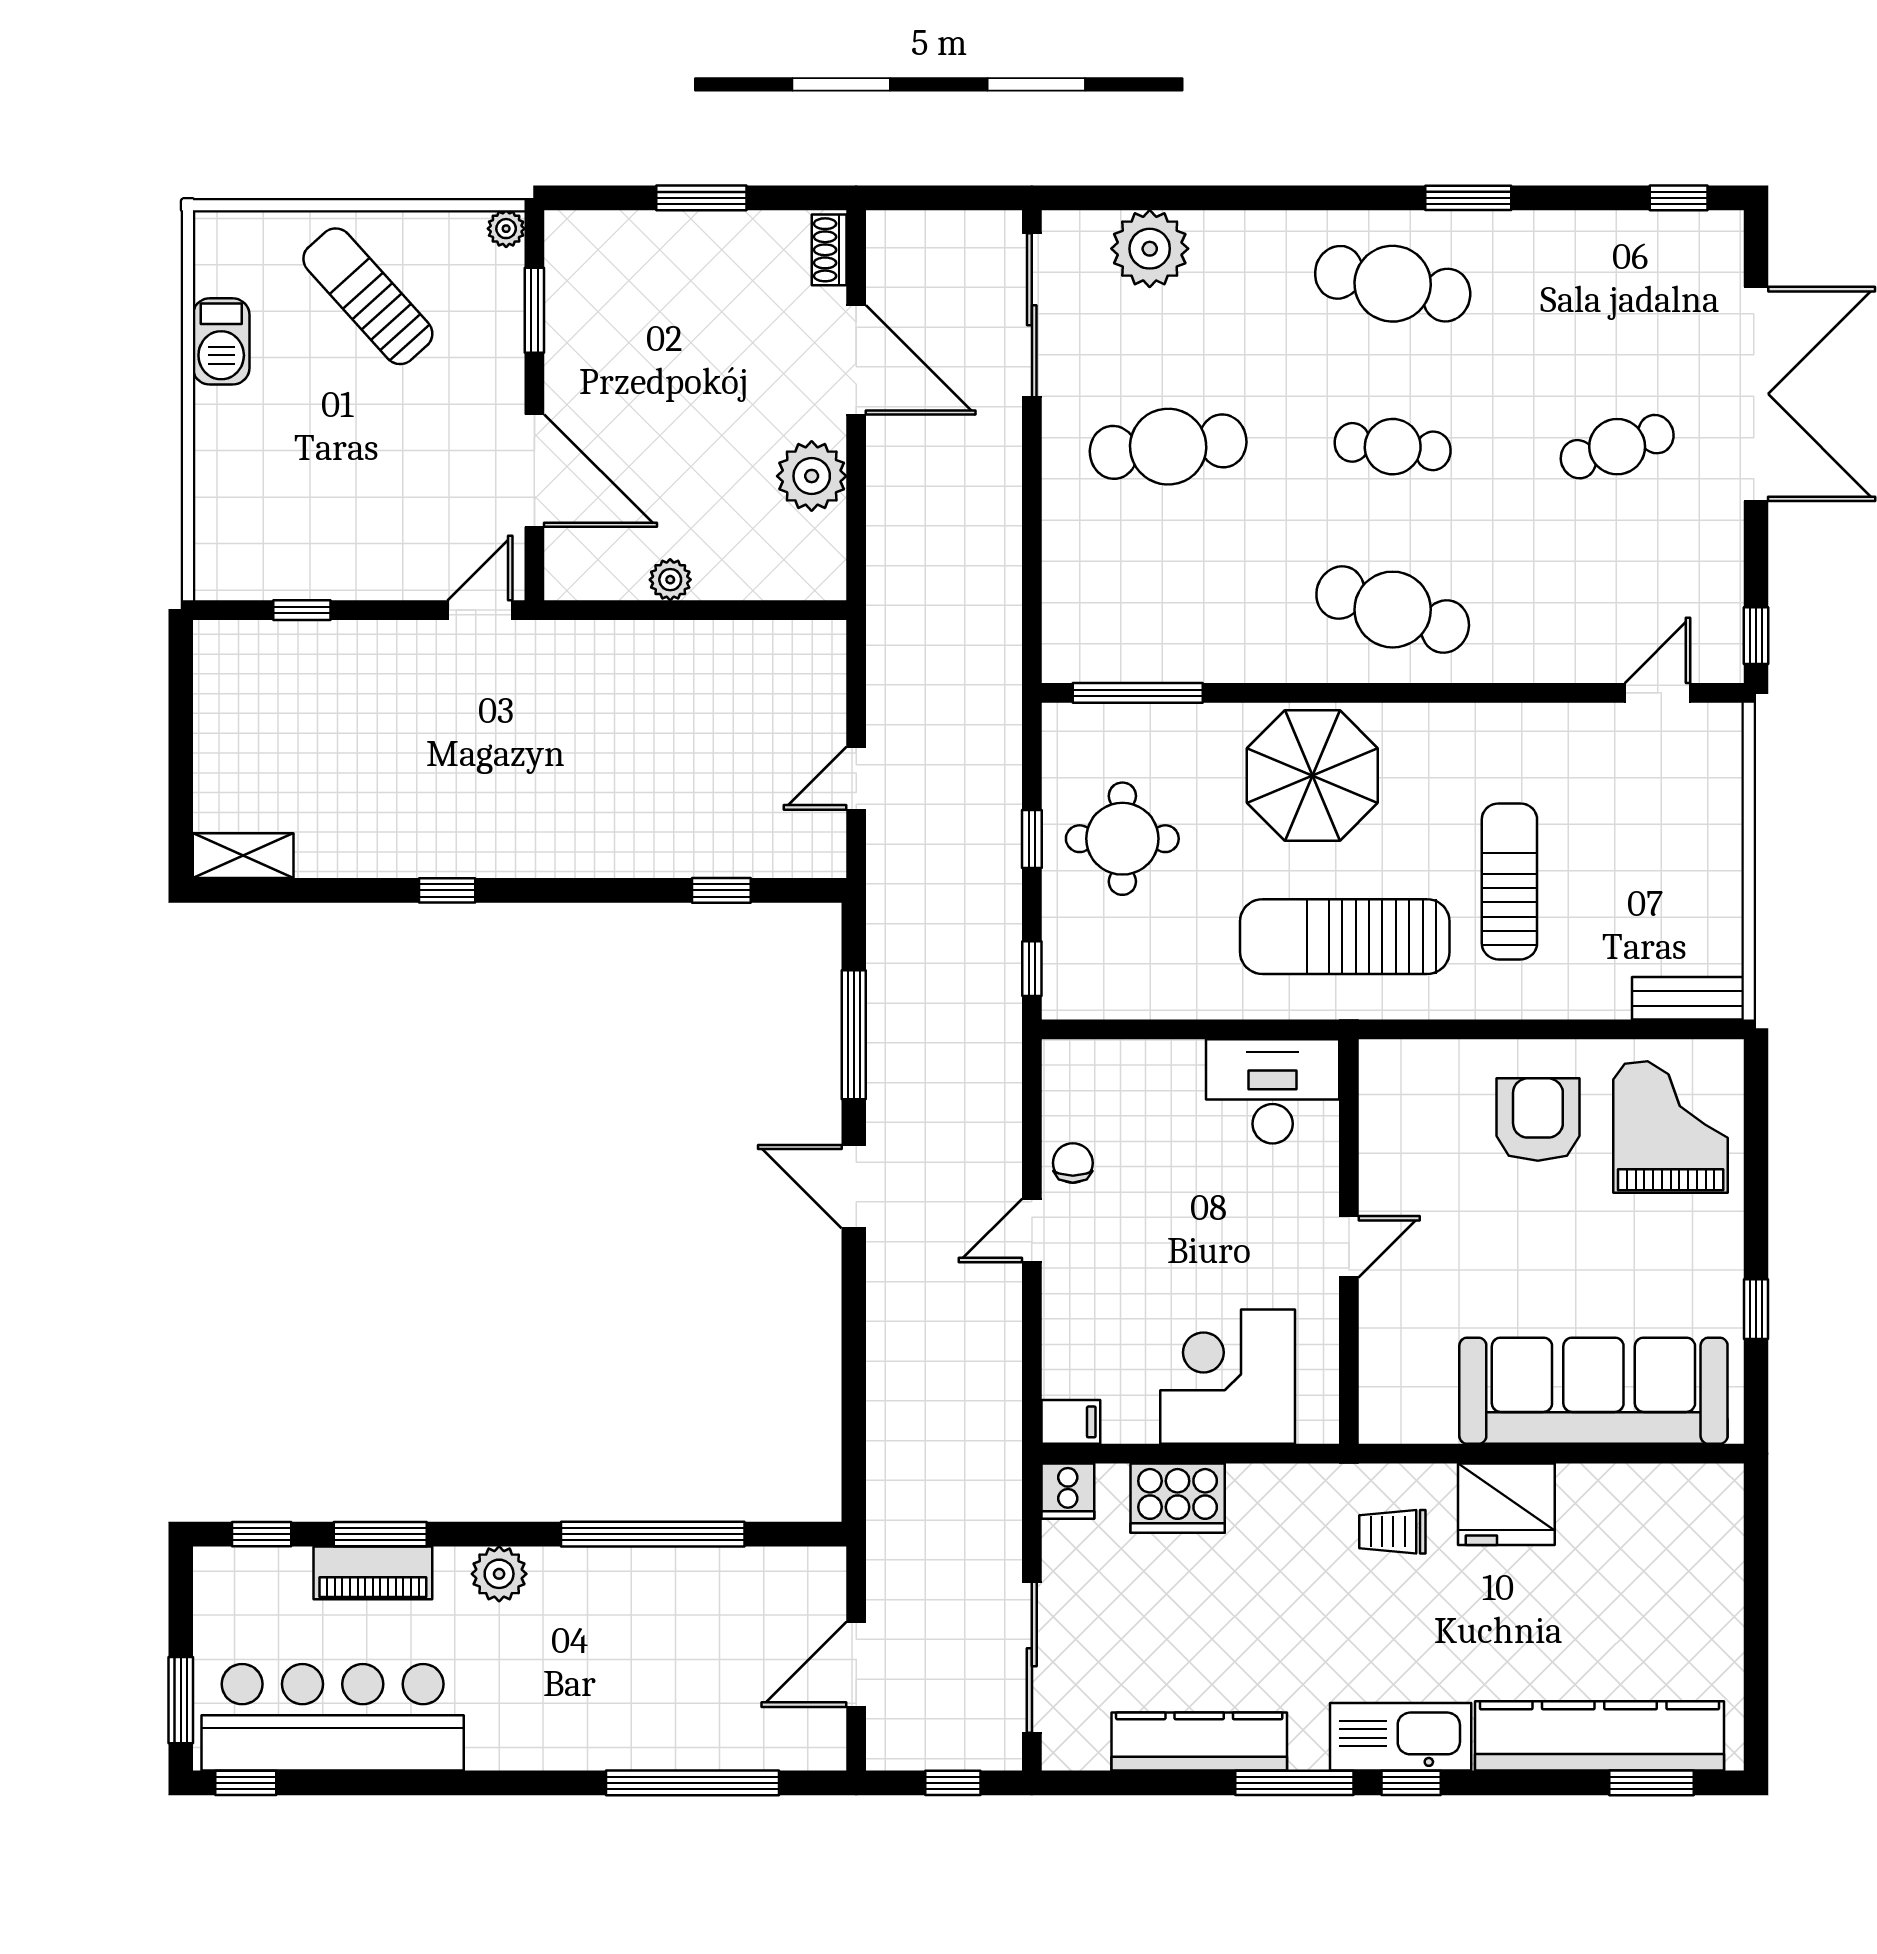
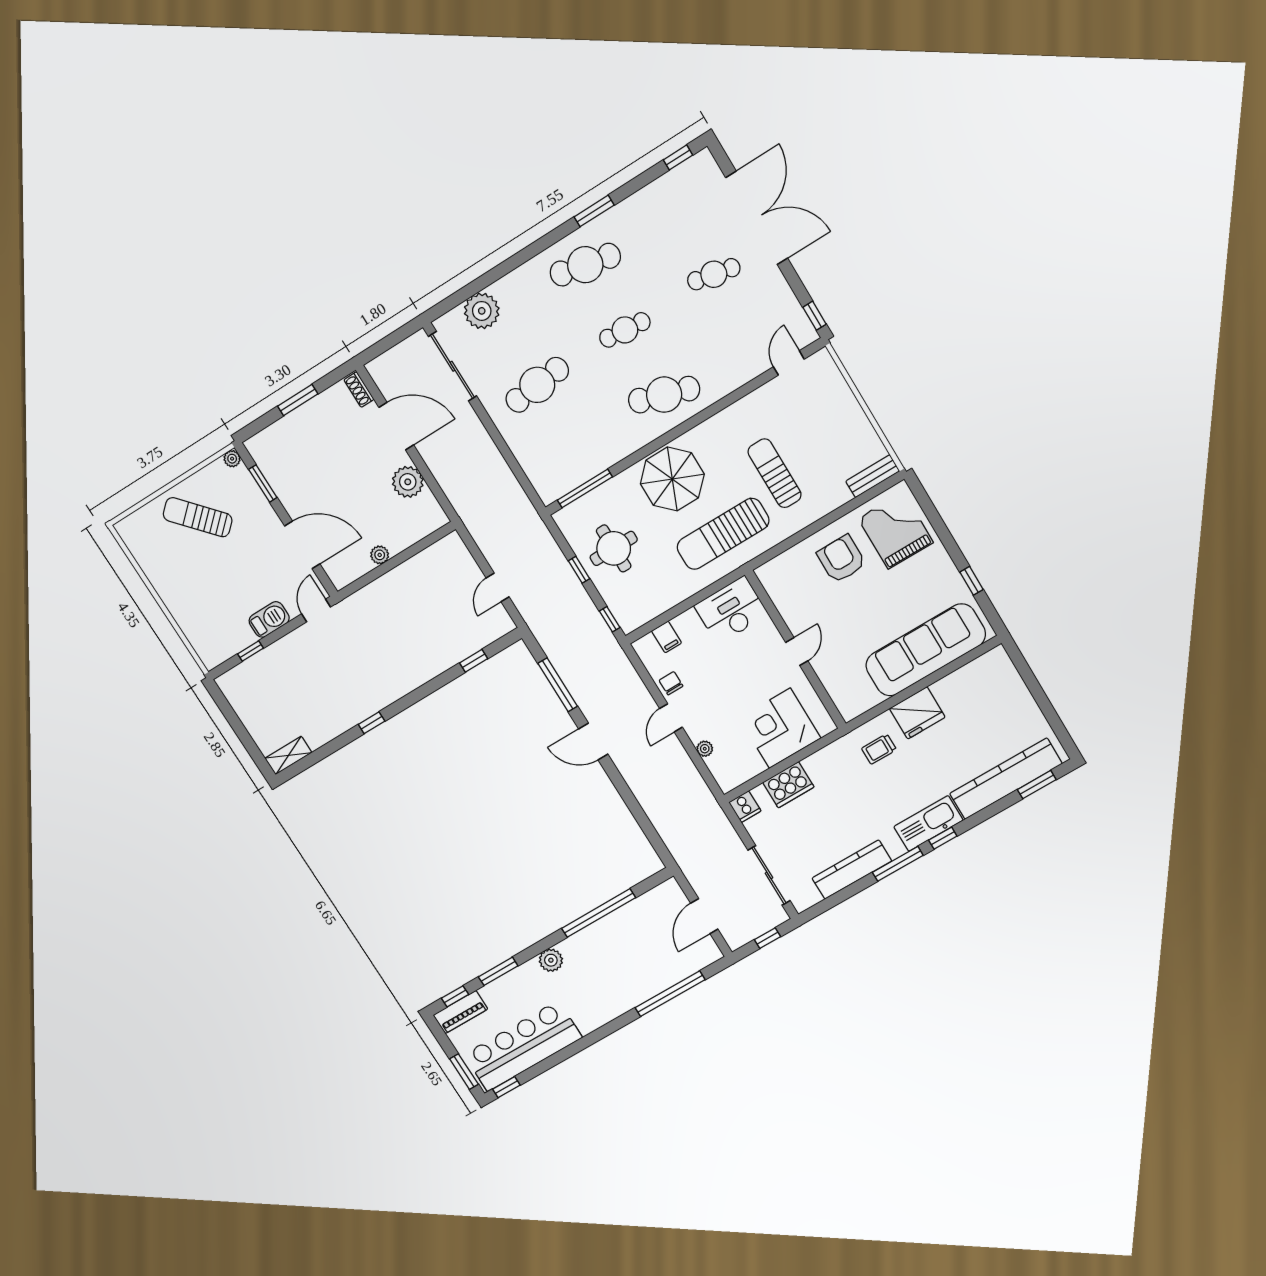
barbecue: (221, 341) -> (269, 619), moved, turned -90
cafe table: (1617, 447) -> (714, 274), turned 30
plant: (1060, 1330) -> (705, 749), added
filing cabinet: (1071, 1422) -> (667, 637), moved, turned 90
piano: (373, 1573) -> (460, 1012), moved

